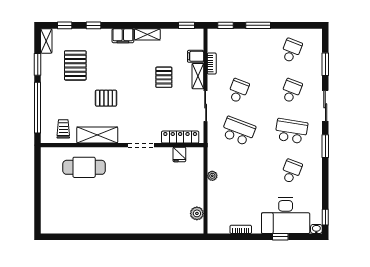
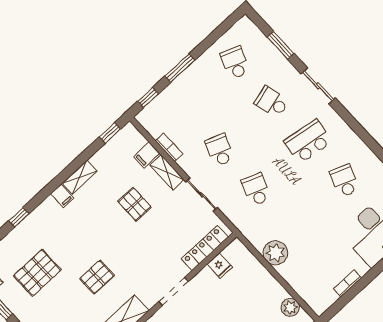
filing cabinet: (123, 36) -> (62, 196), width x0.50
pallet: (75, 65) -> (37, 273), turned 90
school desk: (291, 91) -> (272, 102), turned -36
school desk: (238, 131) -> (256, 190), width x0.54
window: (325, 146) -> (355, 125), removed
plant: (212, 176) -> (275, 253), width x1.87, depth x1.87

